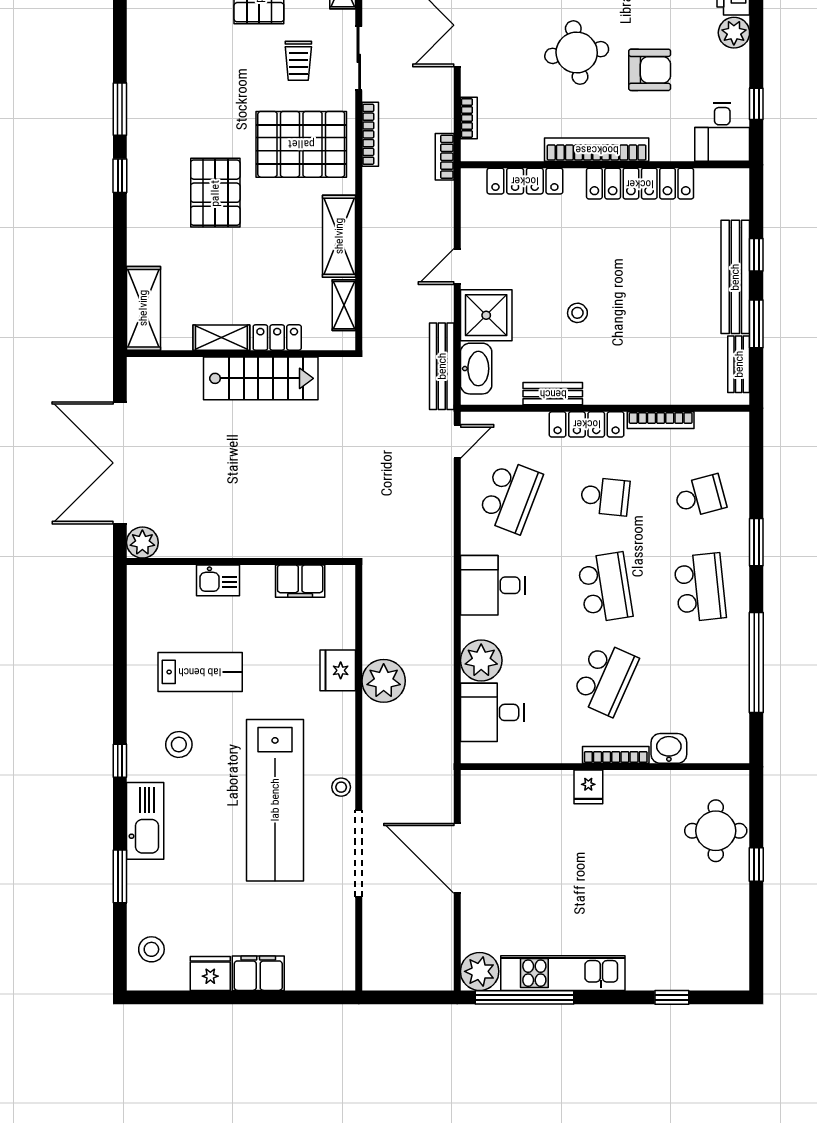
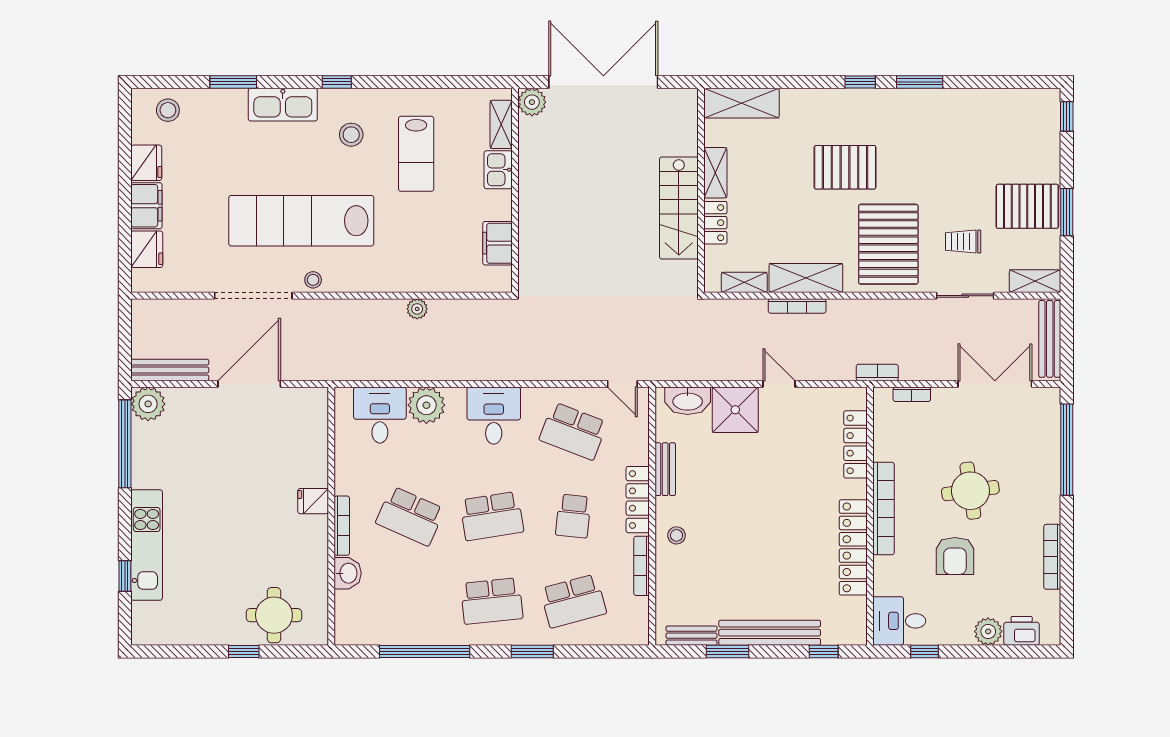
bookcase: (370, 134) -> (797, 306), moved
window: (756, 255) -> (824, 651), moved
stool: (577, 313) -> (677, 535), moved
bench: (442, 366) -> (170, 370), moved
school desk: (700, 496) -> (573, 601), width x1.85
shelving: (167, 577) -> (501, 124), added
fridge: (338, 670) -> (147, 249), moved, turned 90
plant: (384, 681) -> (417, 309), width x0.53, depth x0.53
kitchen unit: (563, 973) -> (147, 545), moved

